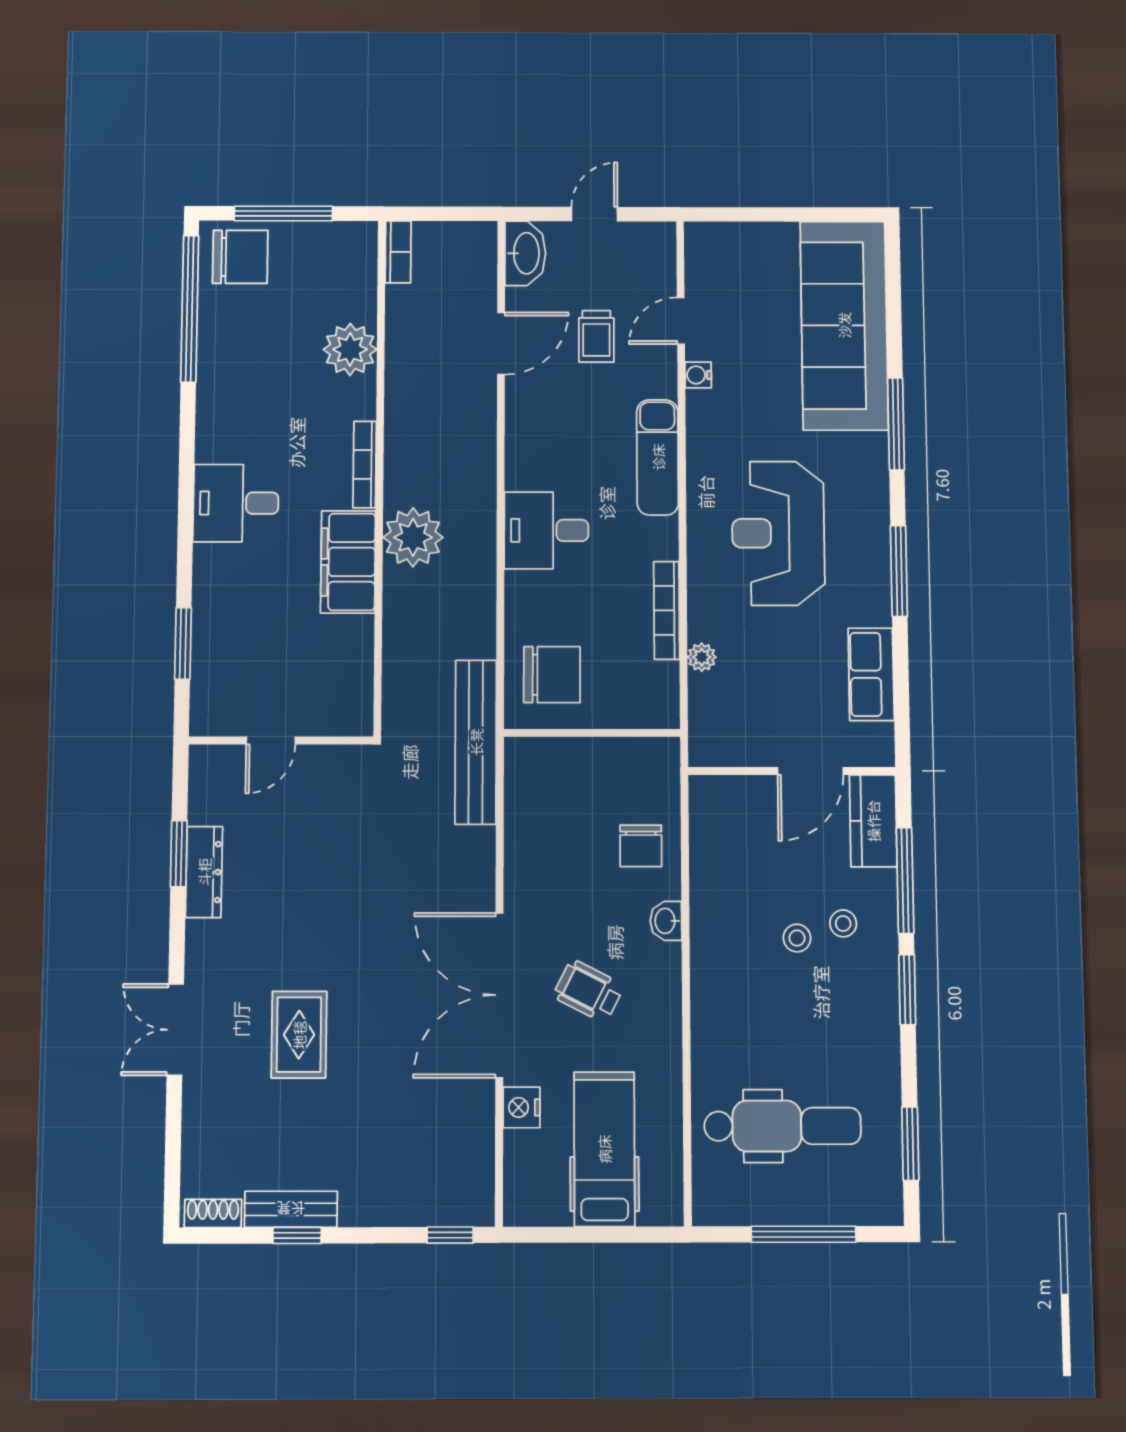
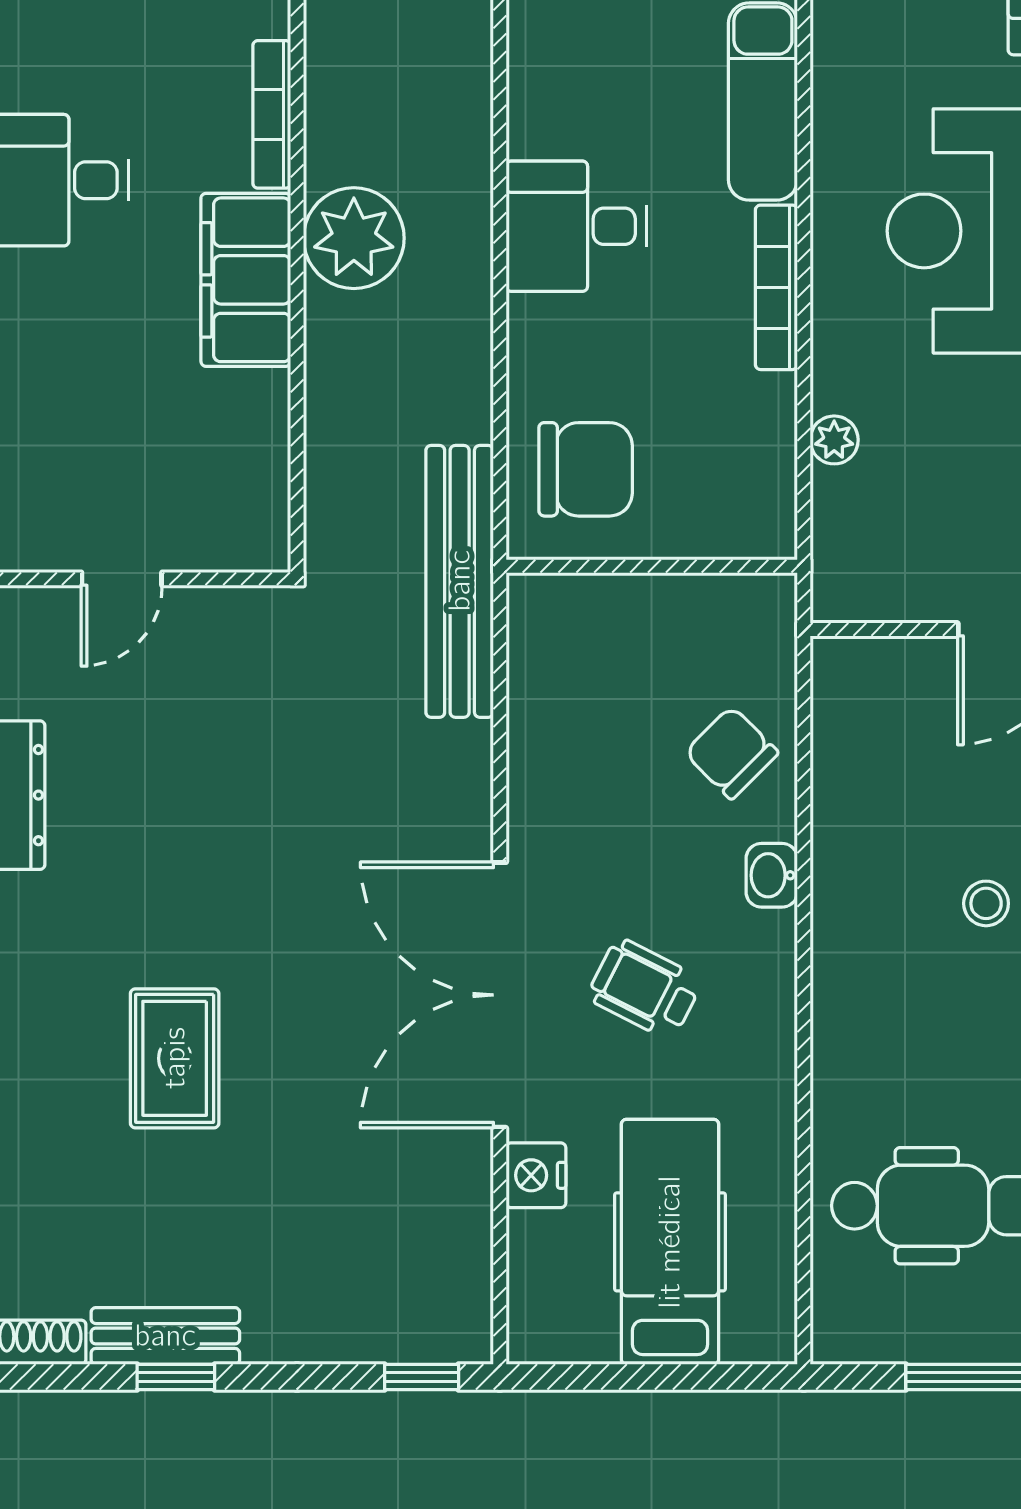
bookcase: (667, 610) -> (776, 287), moved
chair: (641, 846) -> (731, 753), turned 135

